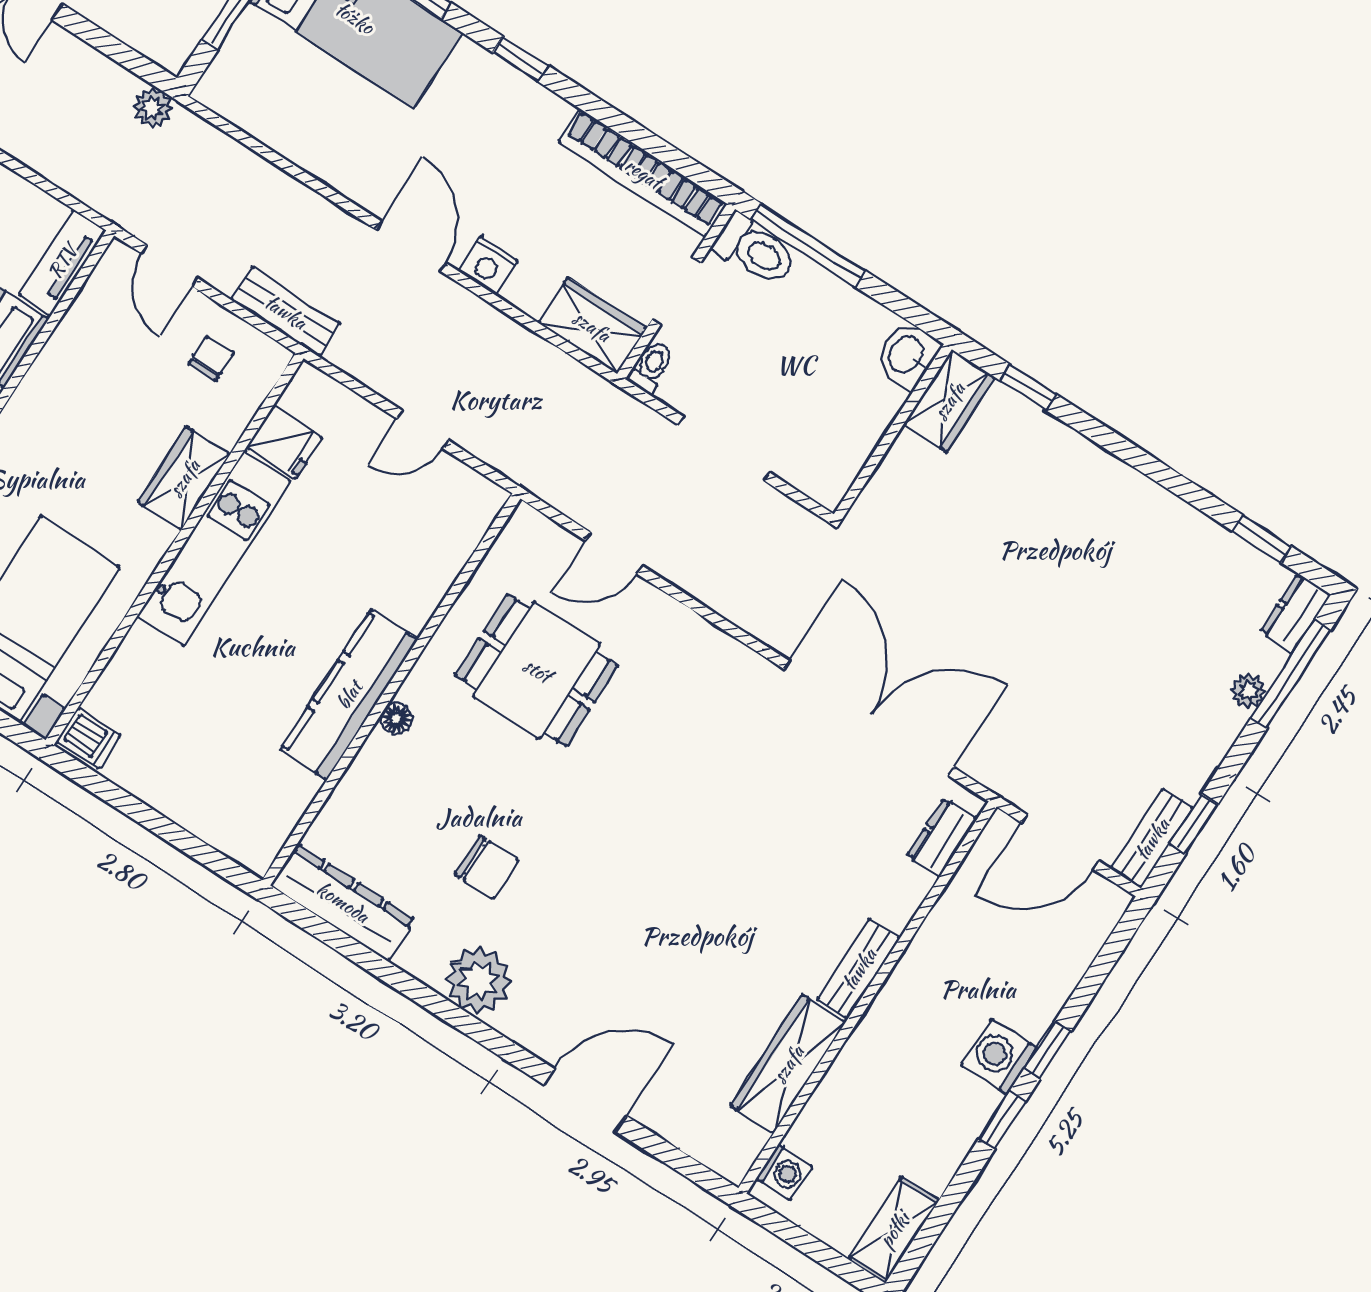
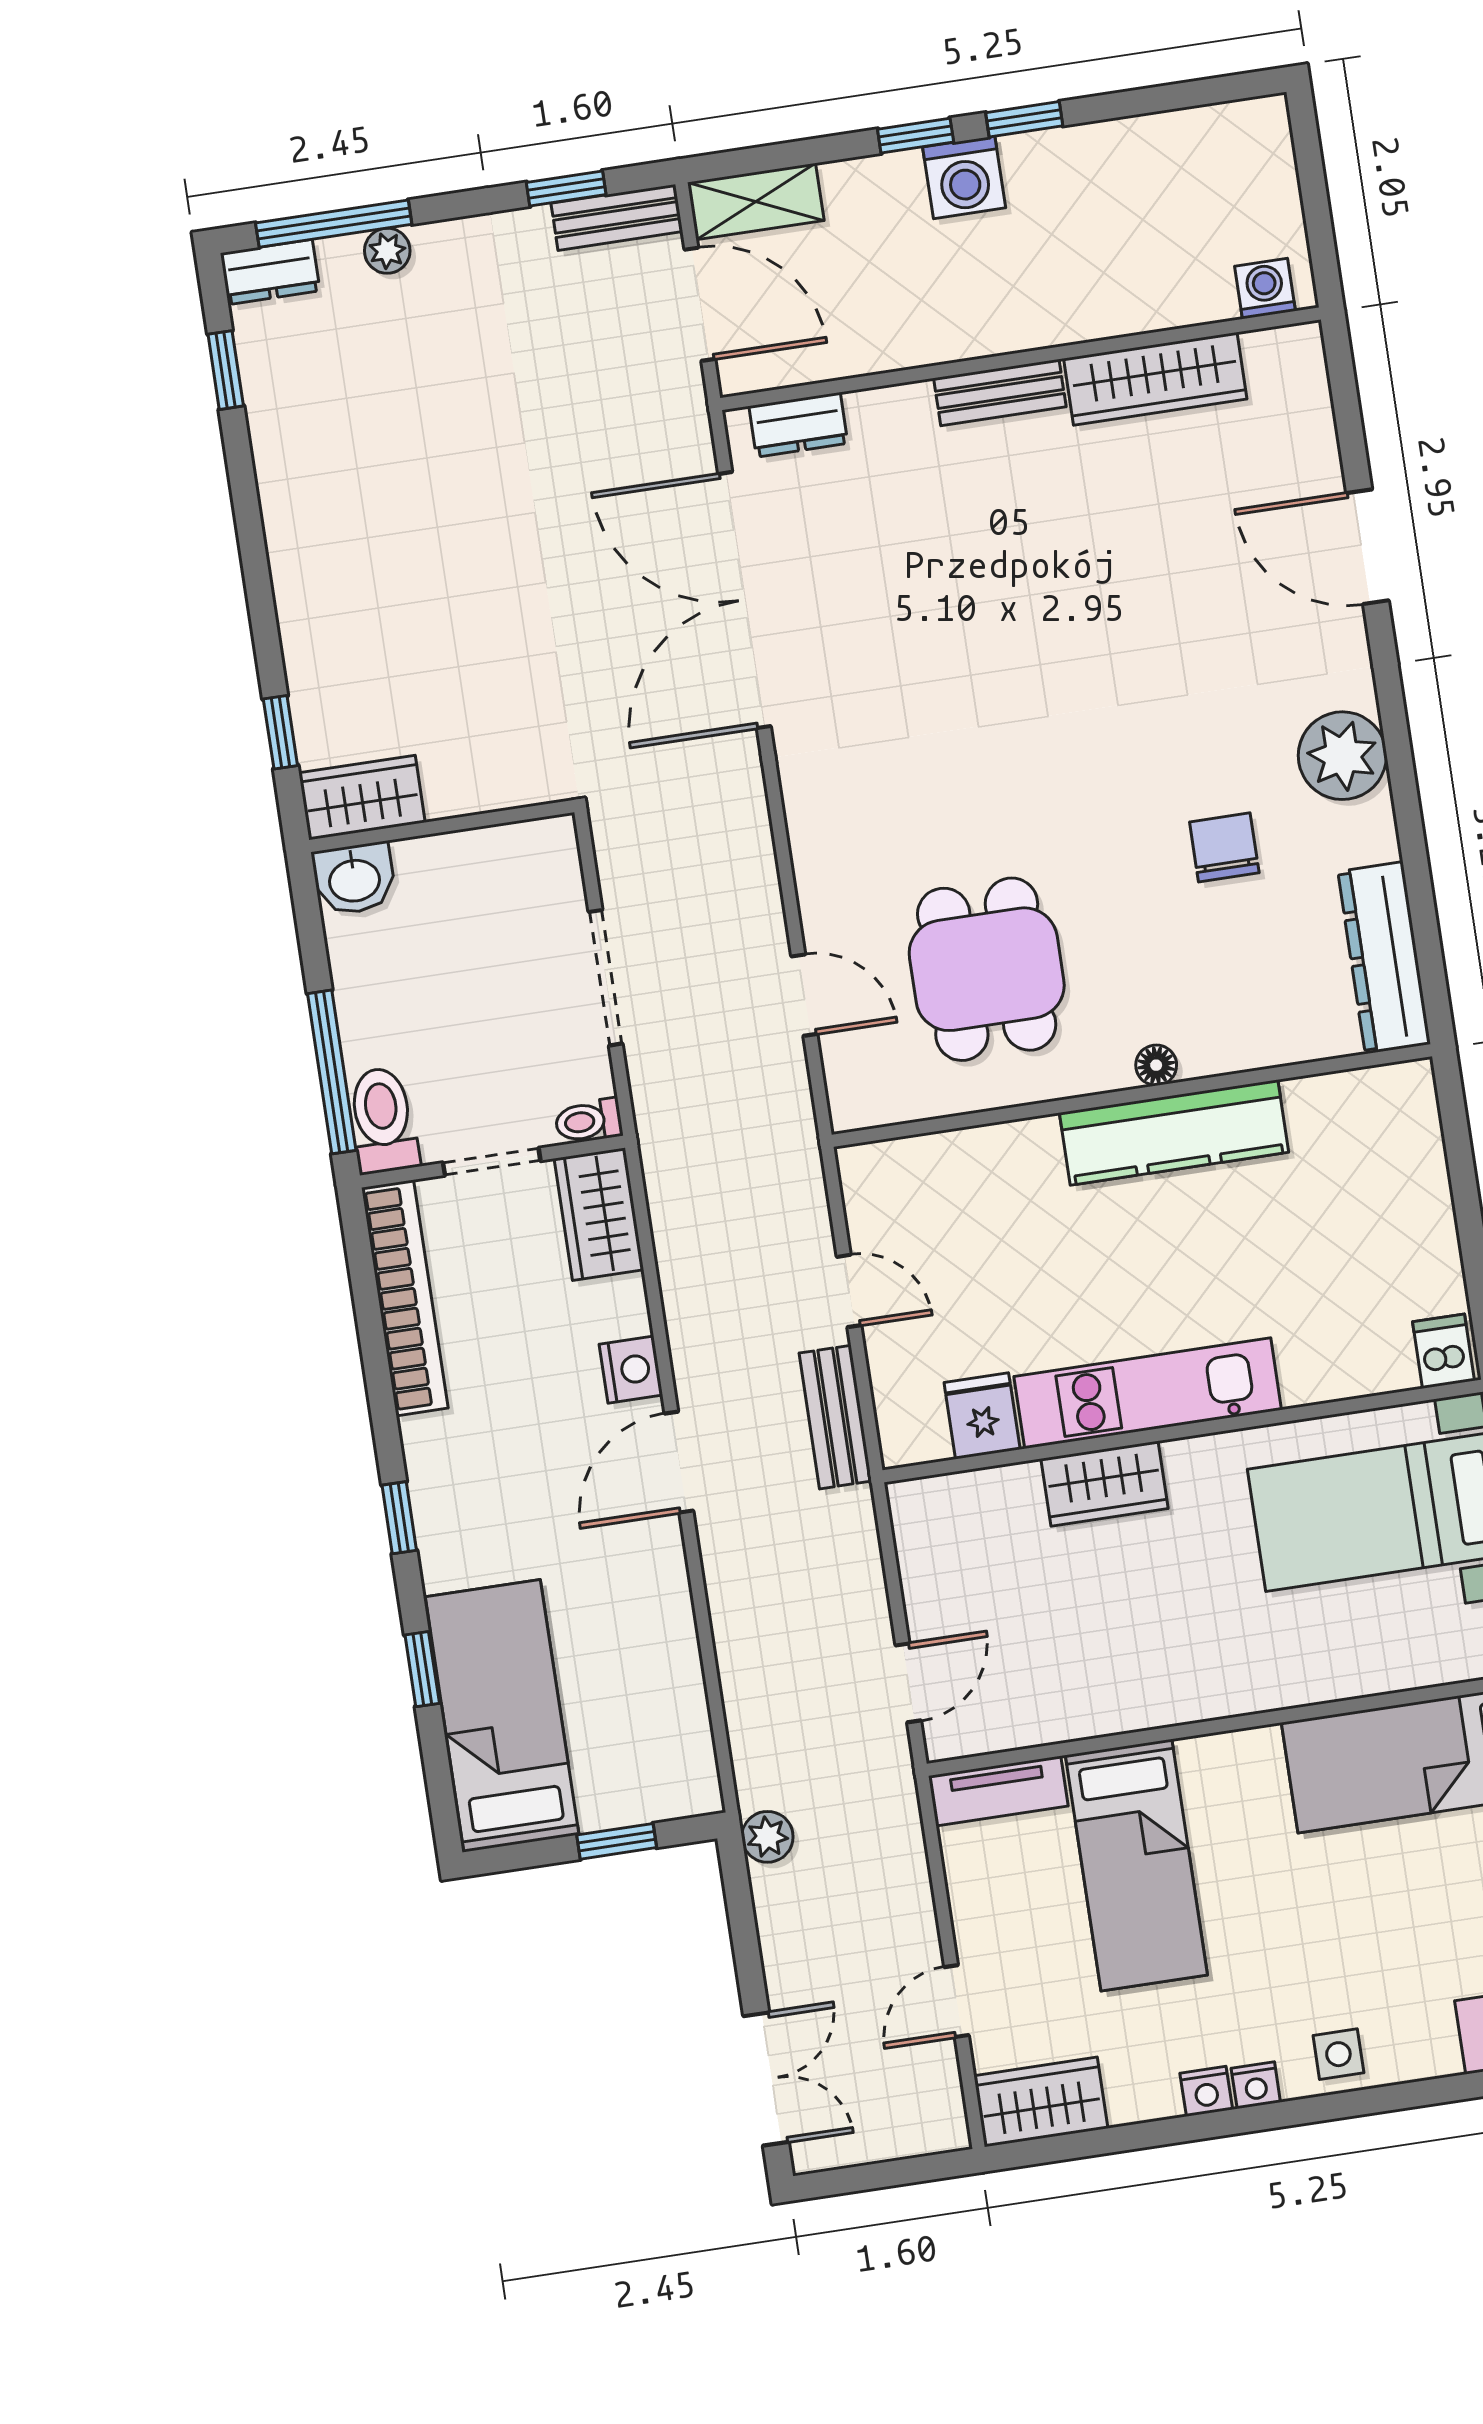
bench: (286, 312) -> (835, 1417), moved
chair: (211, 359) -> (963, 1561), removed
shelving: (894, 1230) -> (756, 202), moved

